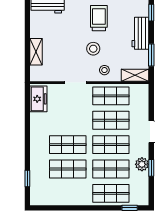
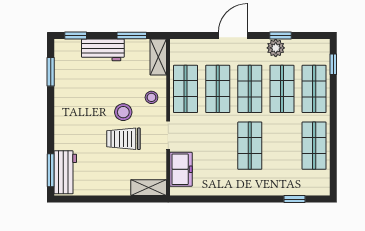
trolley: (99, 18) -> (124, 139), moved
shelving: (36, 52) -> (149, 188), moved
freezer: (38, 99) -> (181, 169), moved, turned 90
shop shelf: (68, 169) -> (314, 146), moved

